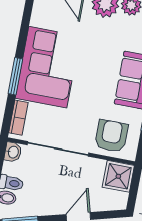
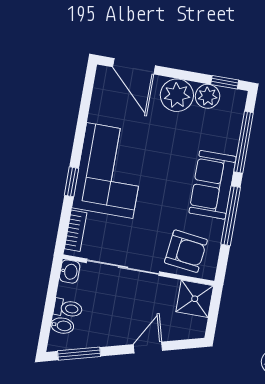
window: (15, 76) -> (71, 182), width x0.67
armchair: (111, 136) -> (186, 251), turned 97

